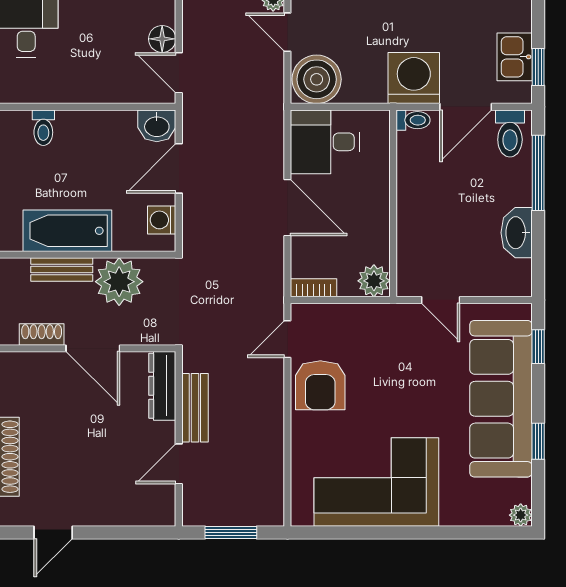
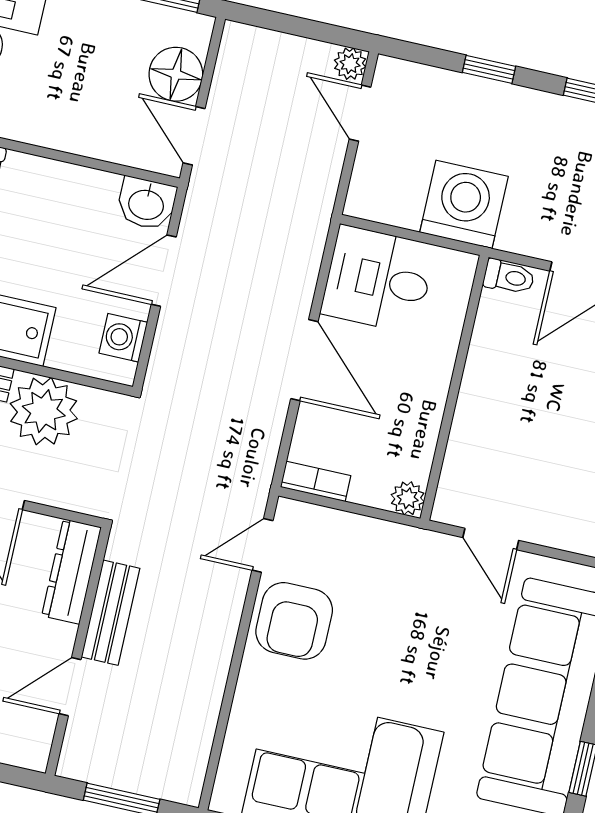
floor lamp: (162, 39) -> (176, 74), width x1.38, depth x1.38
washing machine: (414, 78) -> (464, 204), moved
boiler: (317, 79) -> (386, 189), removed
plant: (374, 281) -> (408, 498), width x0.73, depth x0.73

